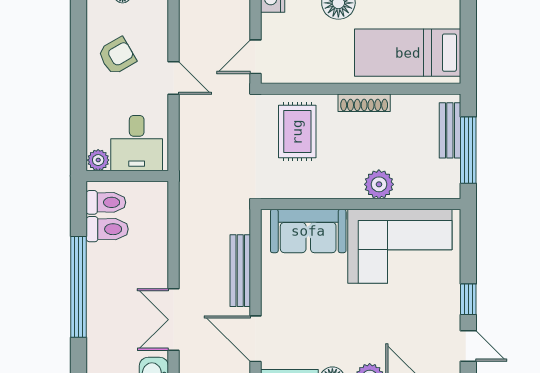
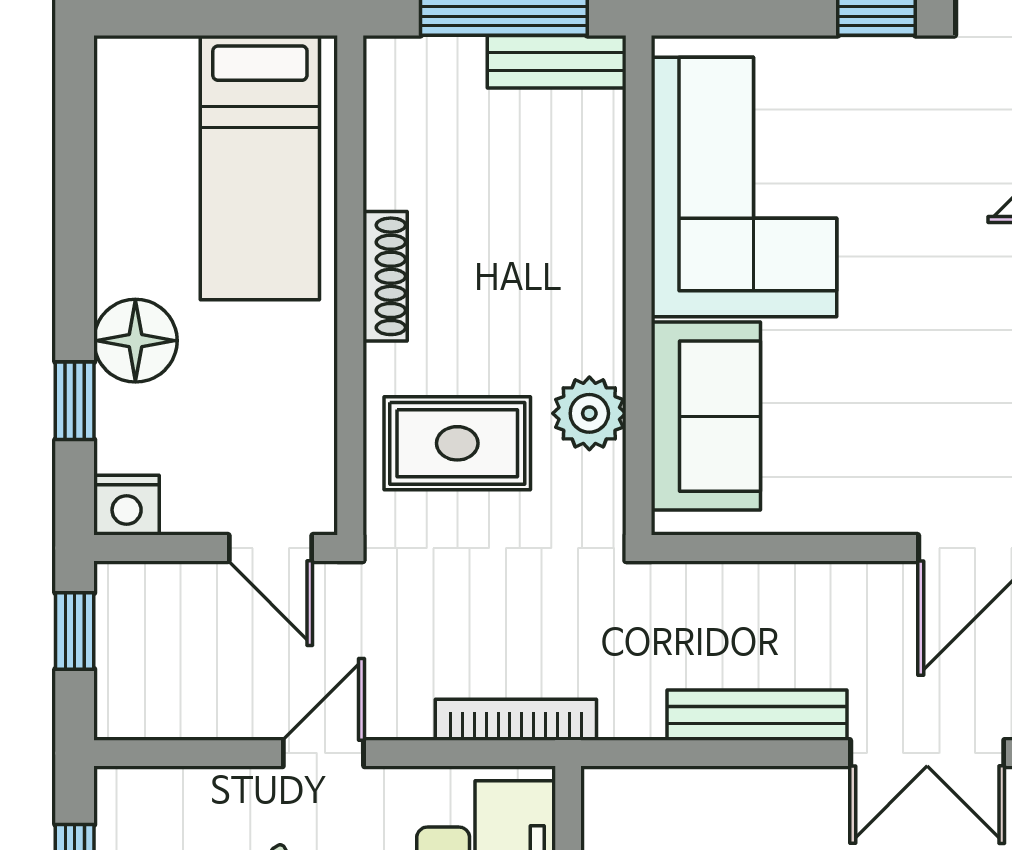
bench: (450, 130) -> (557, 62), moved
bookcase: (187, 155) -> (516, 720), added
plant: (379, 184) -> (589, 413), moved
bench: (240, 271) -> (757, 715), moved

